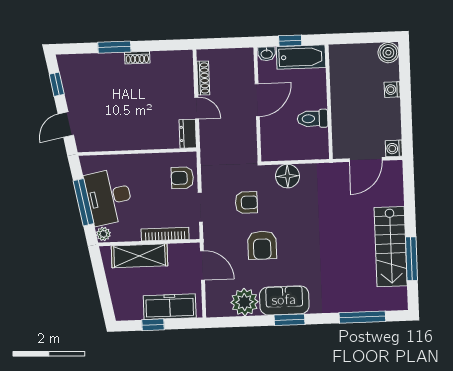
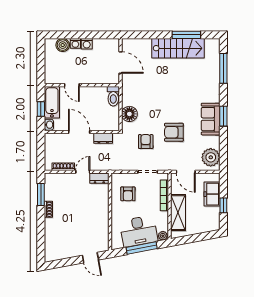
window: (114, 47) -> (41, 194), moved
boiler: (388, 53) -> (63, 45), moved
window: (57, 84) -> (64, 263), removed
door: (328, 87) -> (72, 85), added
toilet: (313, 119) -> (113, 96), moved
dresser: (249, 137) -> (103, 138), added
washing machine: (394, 148) -> (87, 44), moved
armchair: (182, 178) -> (128, 194), moved
armchair: (262, 245) -> (174, 132), turned 180
door: (202, 265) -> (186, 172), swing flipped
plant: (245, 302) -> (211, 157), moved
freezer: (170, 307) -> (212, 194), width x0.71

